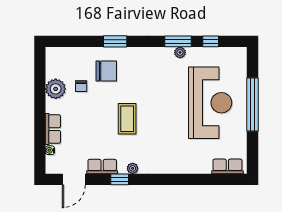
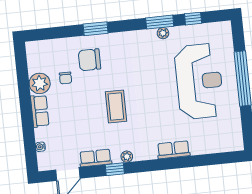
chair: (106, 71) -> (90, 60), turned 180
row of seats: (53, 129) -> (40, 111), moved
row of seats: (227, 166) -> (173, 150), moved

